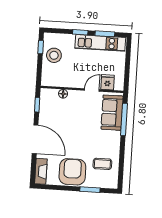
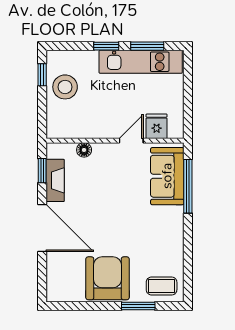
coffee table: (102, 164) -> (162, 286), moved
fireplace: (41, 171) -> (55, 180), moved

